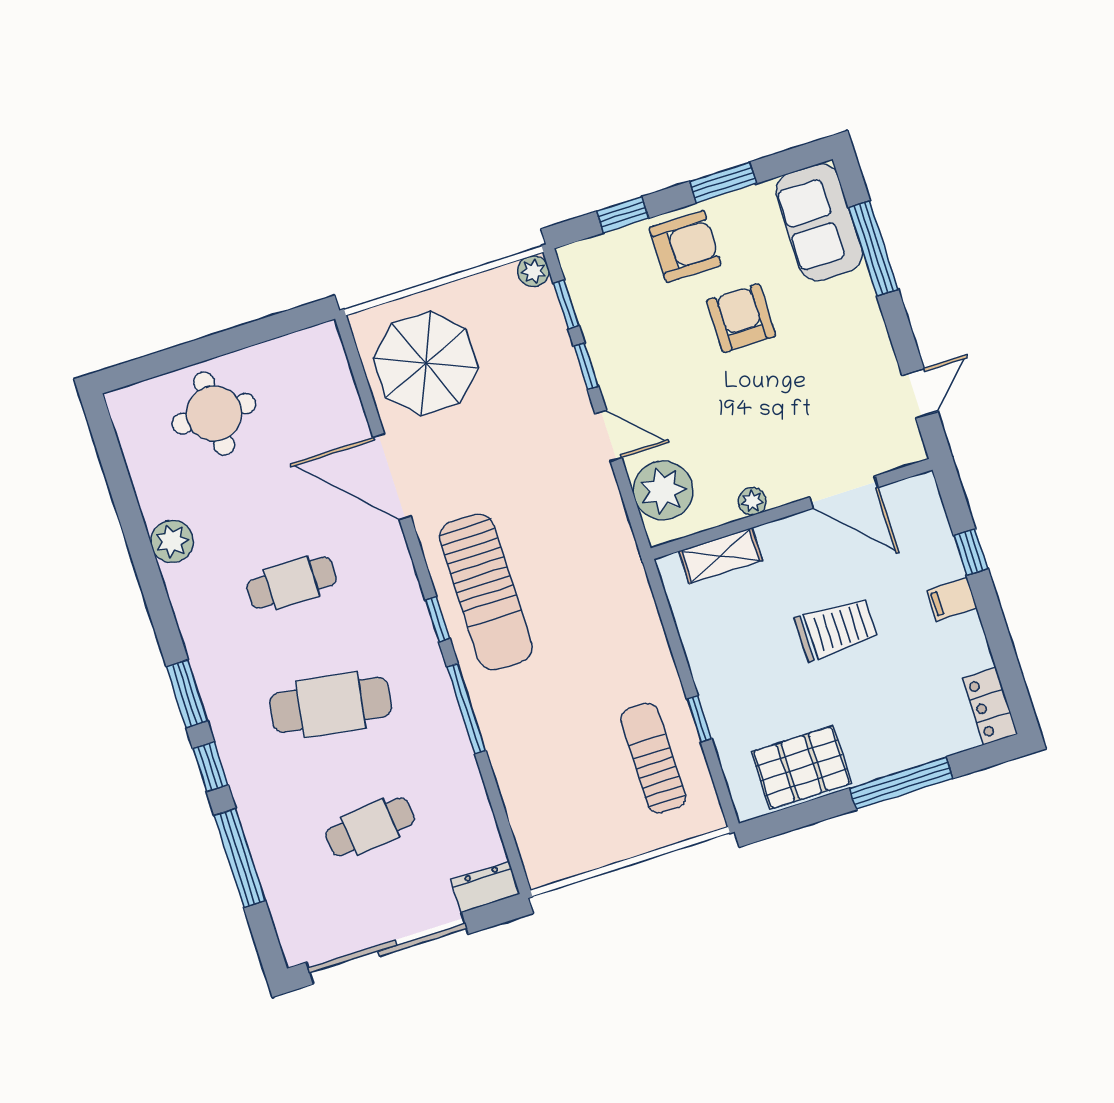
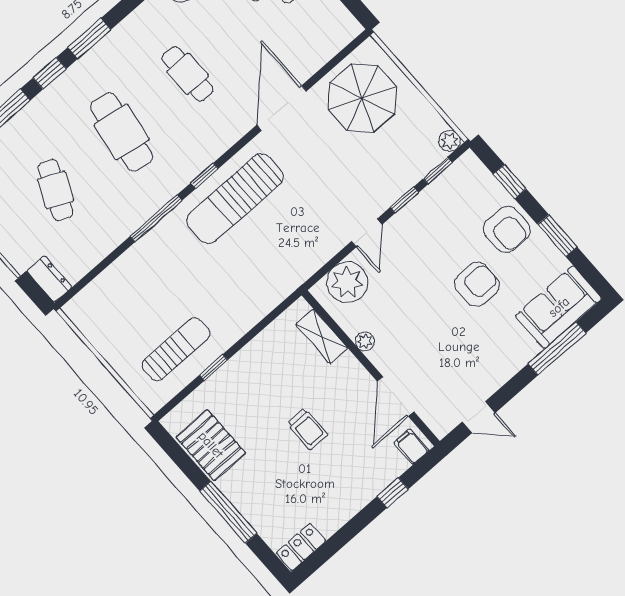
filing cabinet: (952, 599) -> (411, 446), moved
trolley: (836, 629) -> (307, 429), width x0.73, depth x0.72
cafe table: (370, 827) -> (55, 190), turned 30

